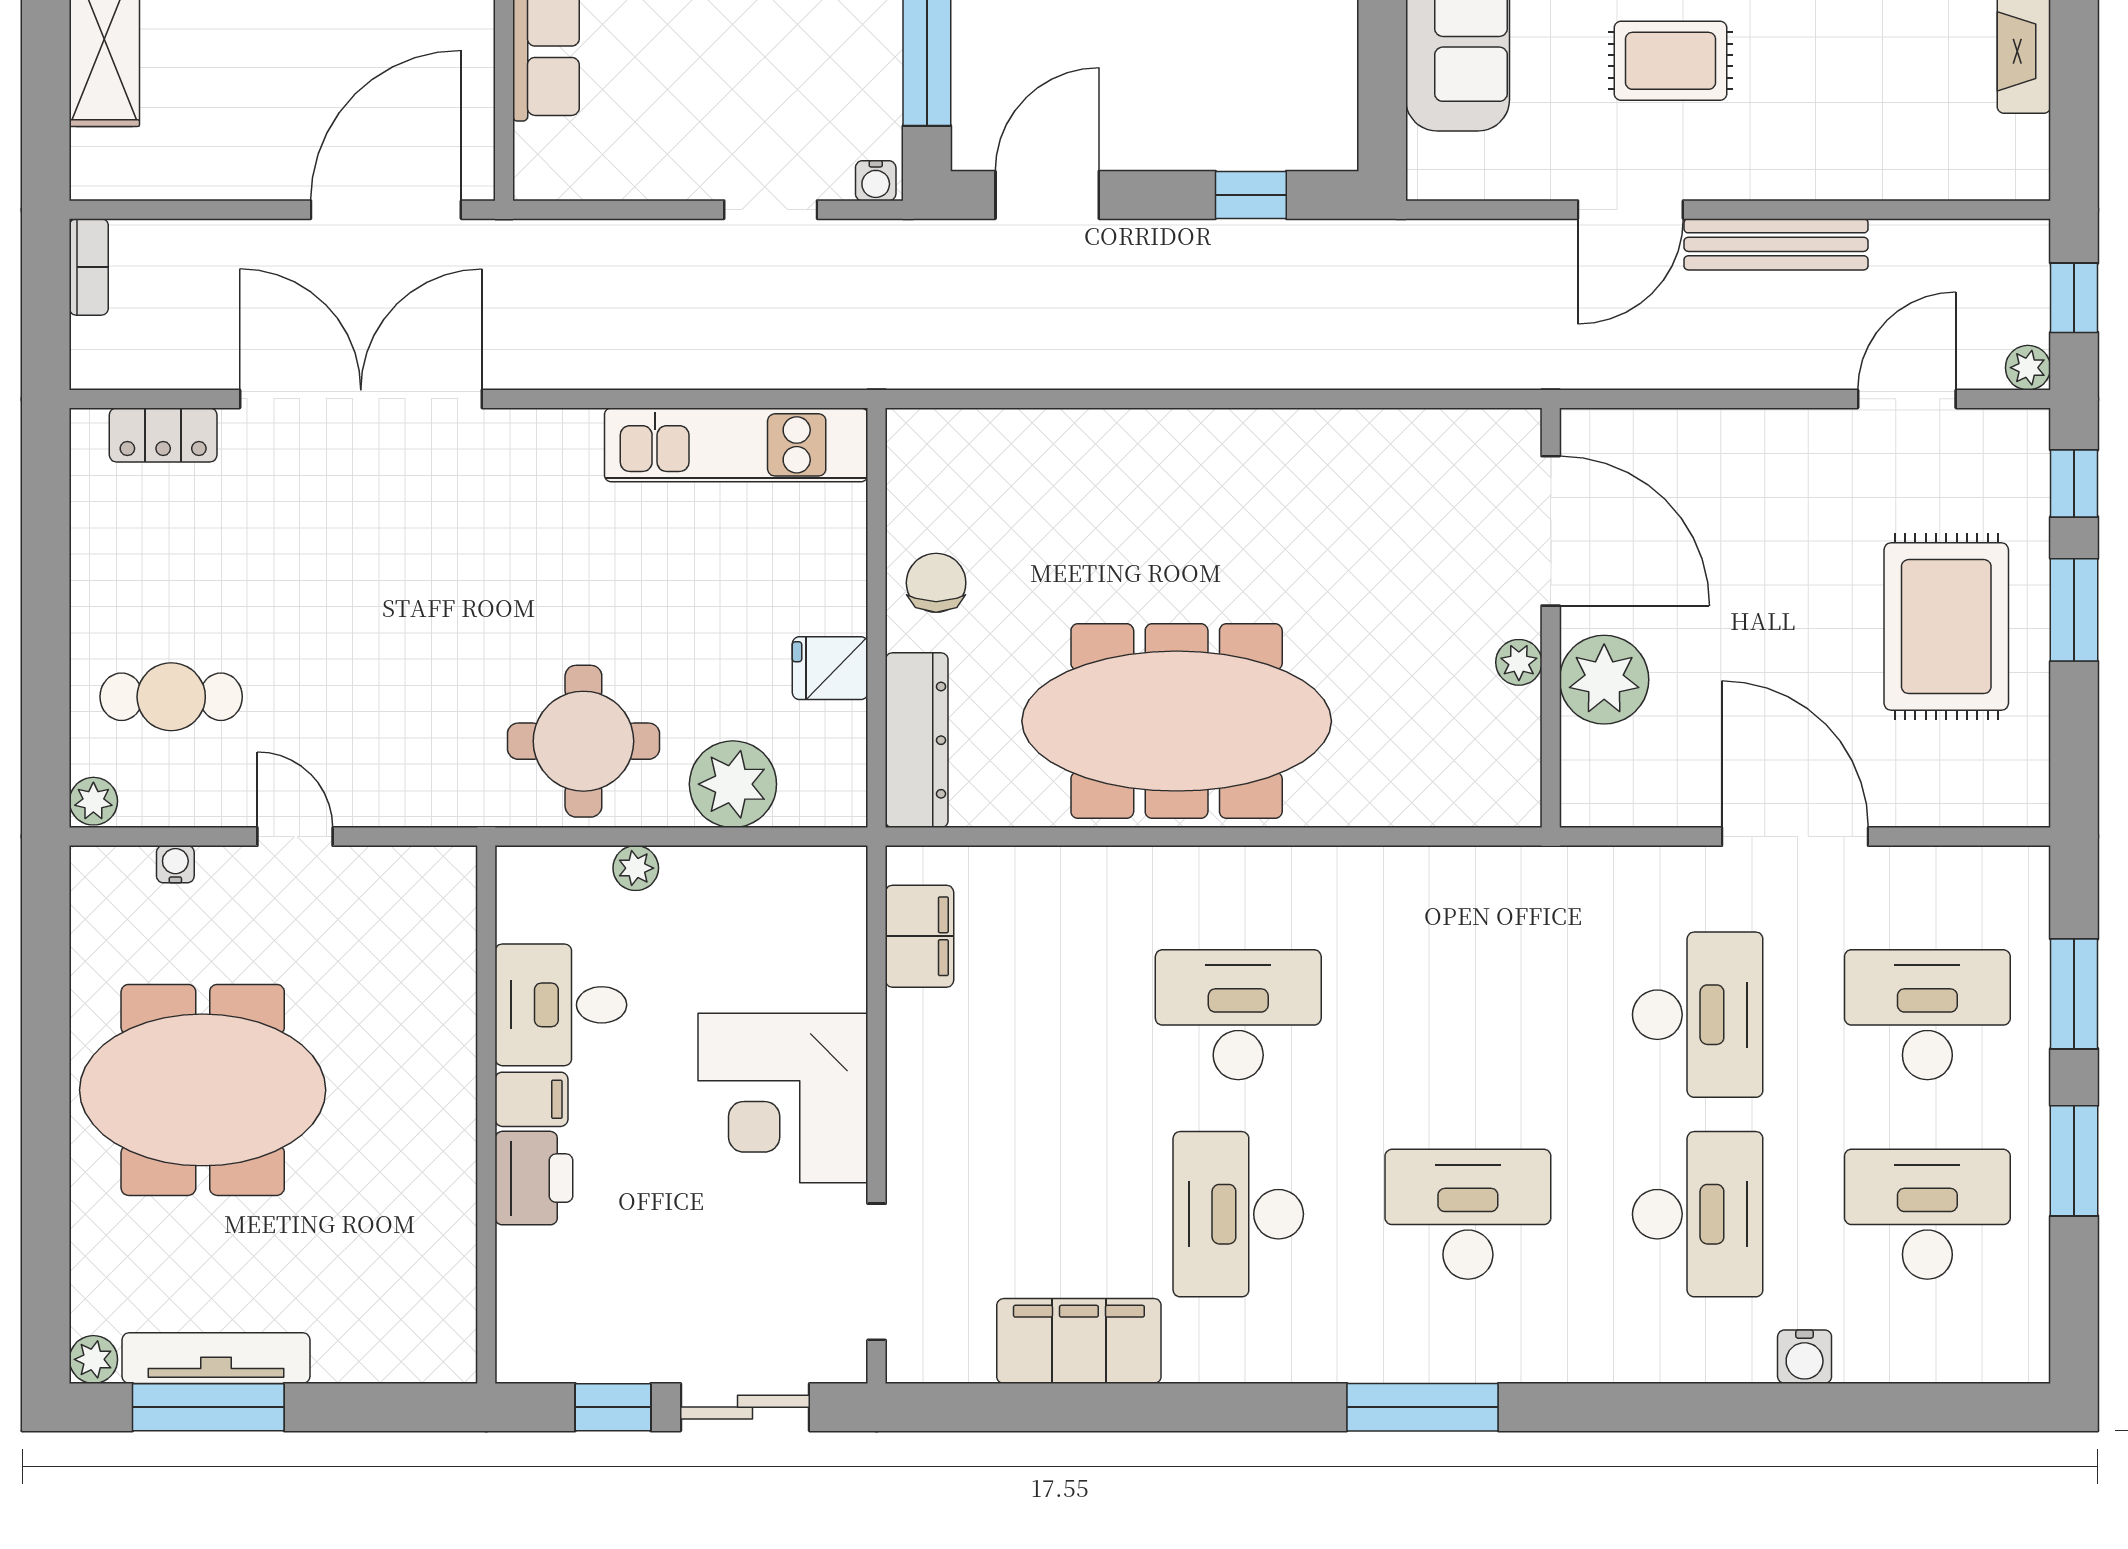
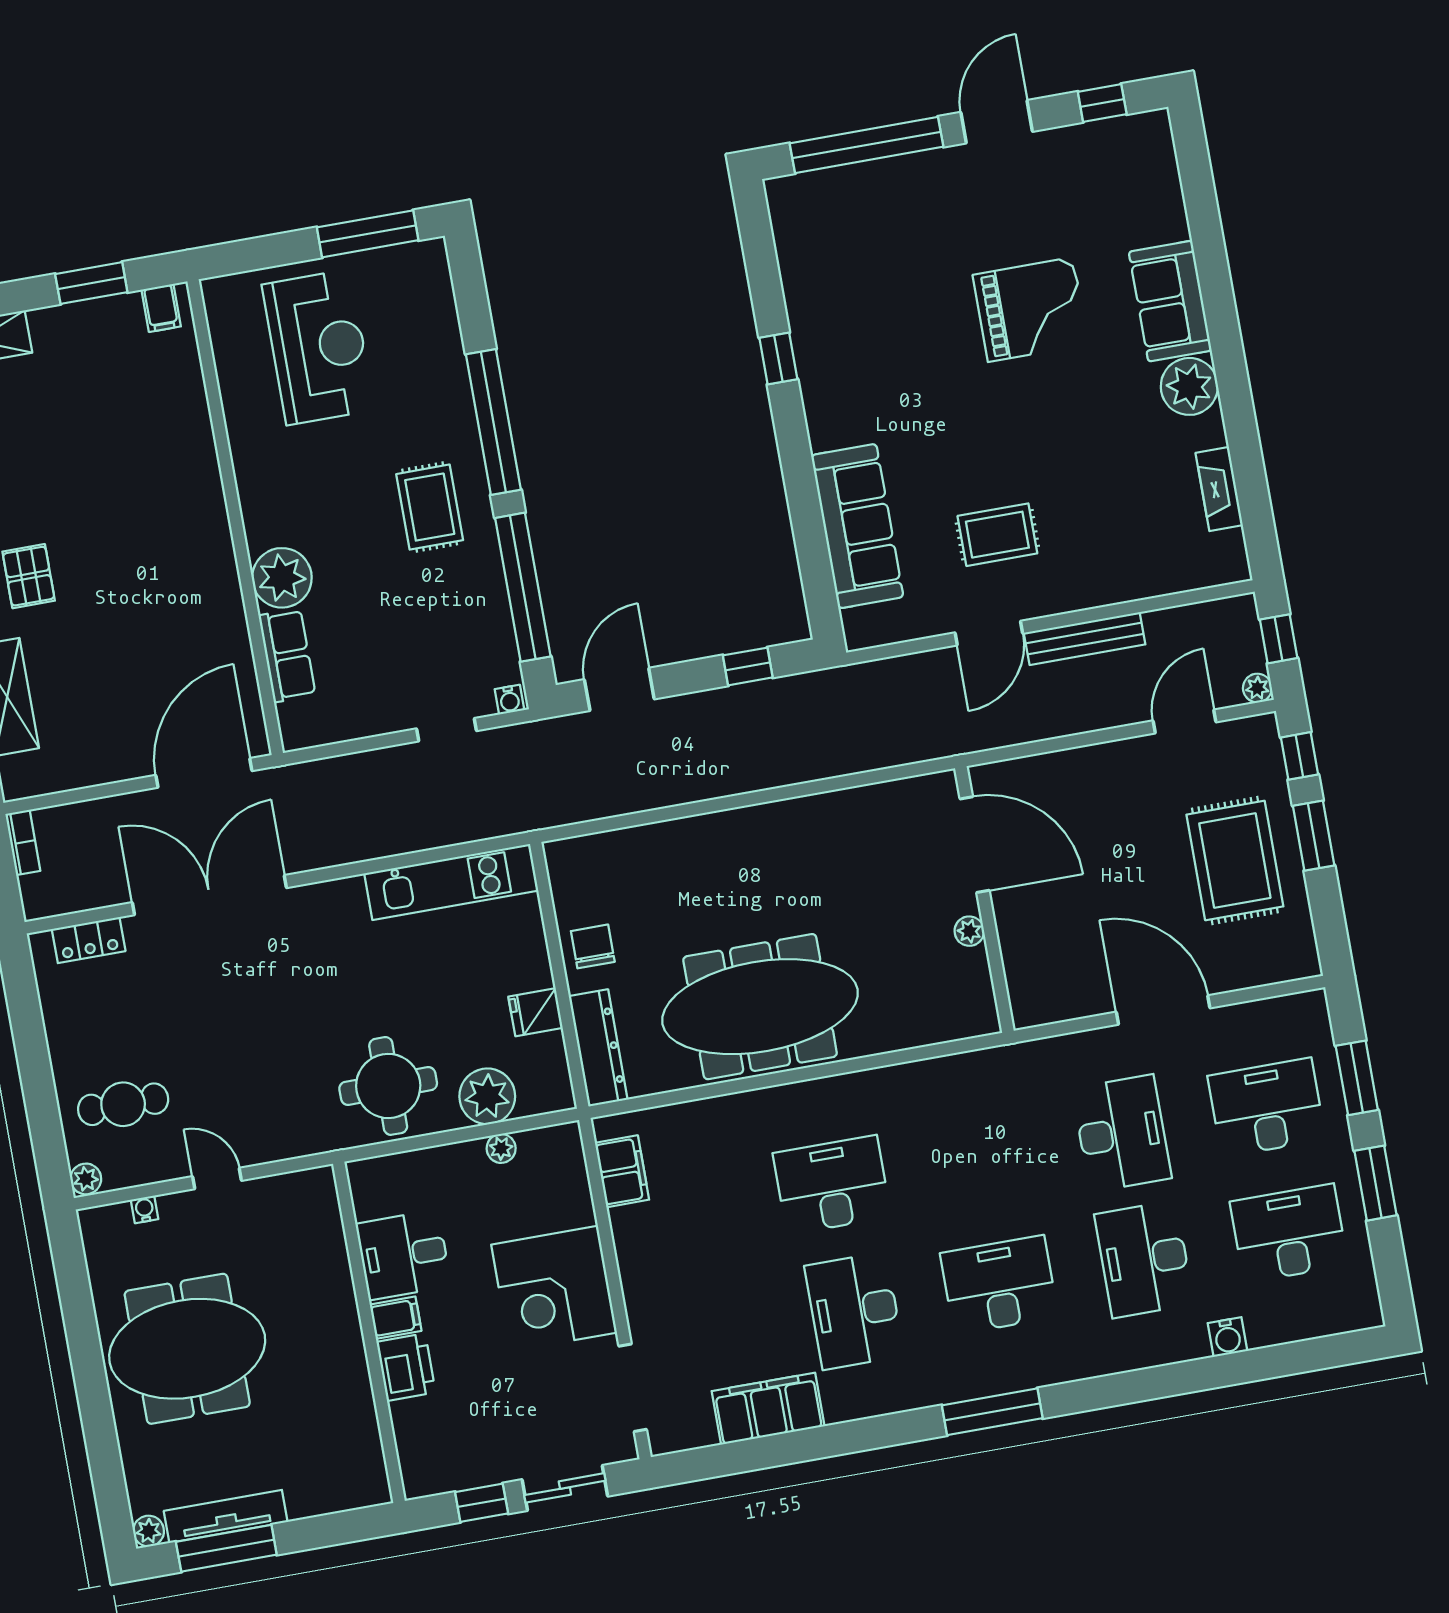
plant: (1604, 680) -> (1025, 932), removed
plant: (636, 868) -> (501, 1148), moved
desk: (1698, 1214) -> (1144, 1259), turned 180

